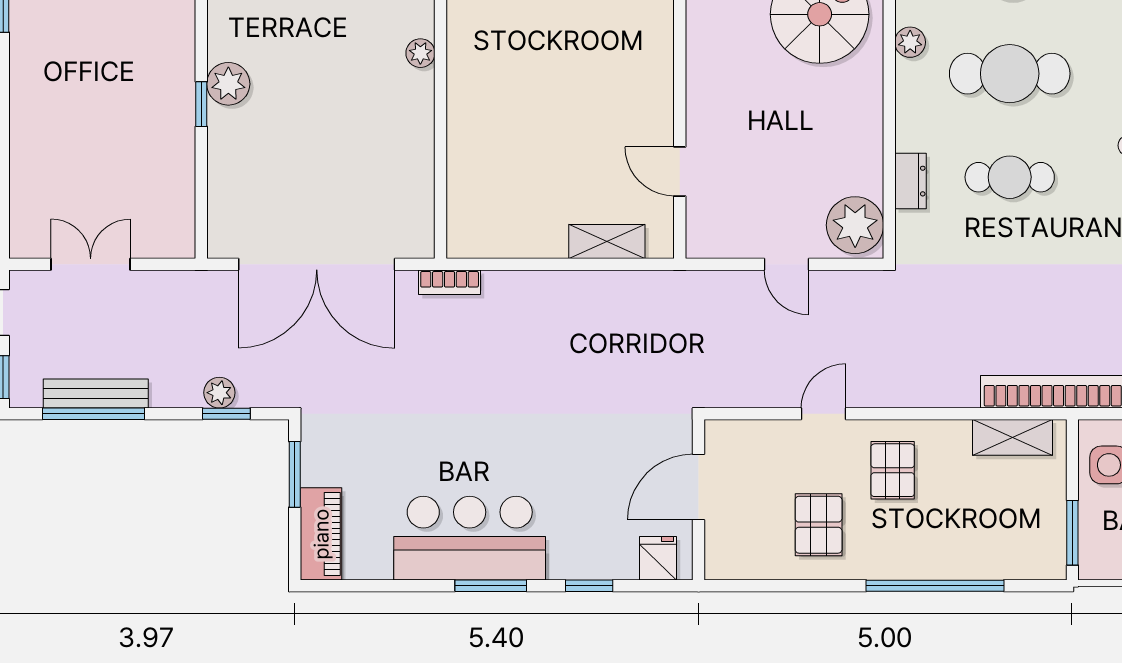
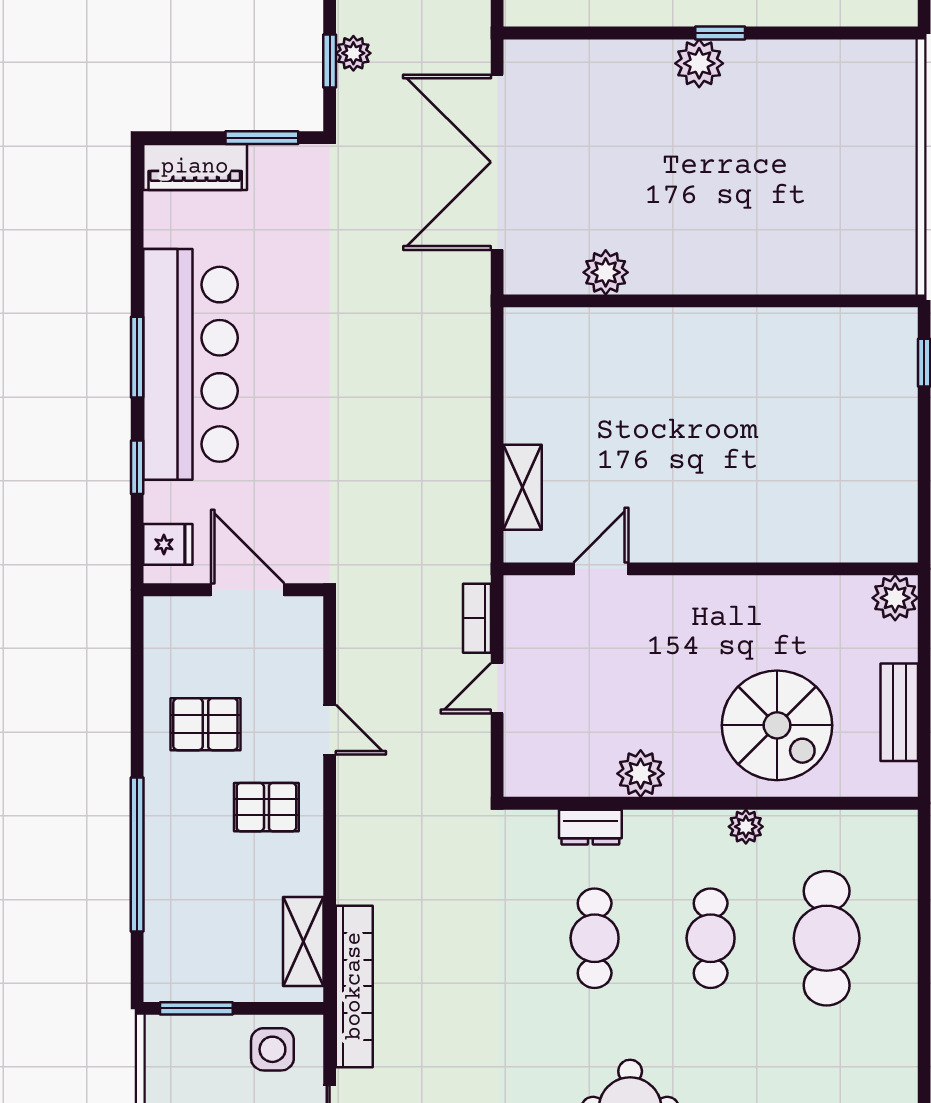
plant: (420, 53) -> (606, 272), moved, width x1.38, depth x1.38
cafe table: (1010, 74) -> (711, 938), width x0.73, depth x0.74
window: (201, 104) -> (720, 33), moved
plant: (855, 225) -> (641, 774), moved, width x0.73, depth x0.73
bookcase: (450, 282) -> (477, 618), moved
bar counter: (470, 538) -> (190, 364), width x1.36

